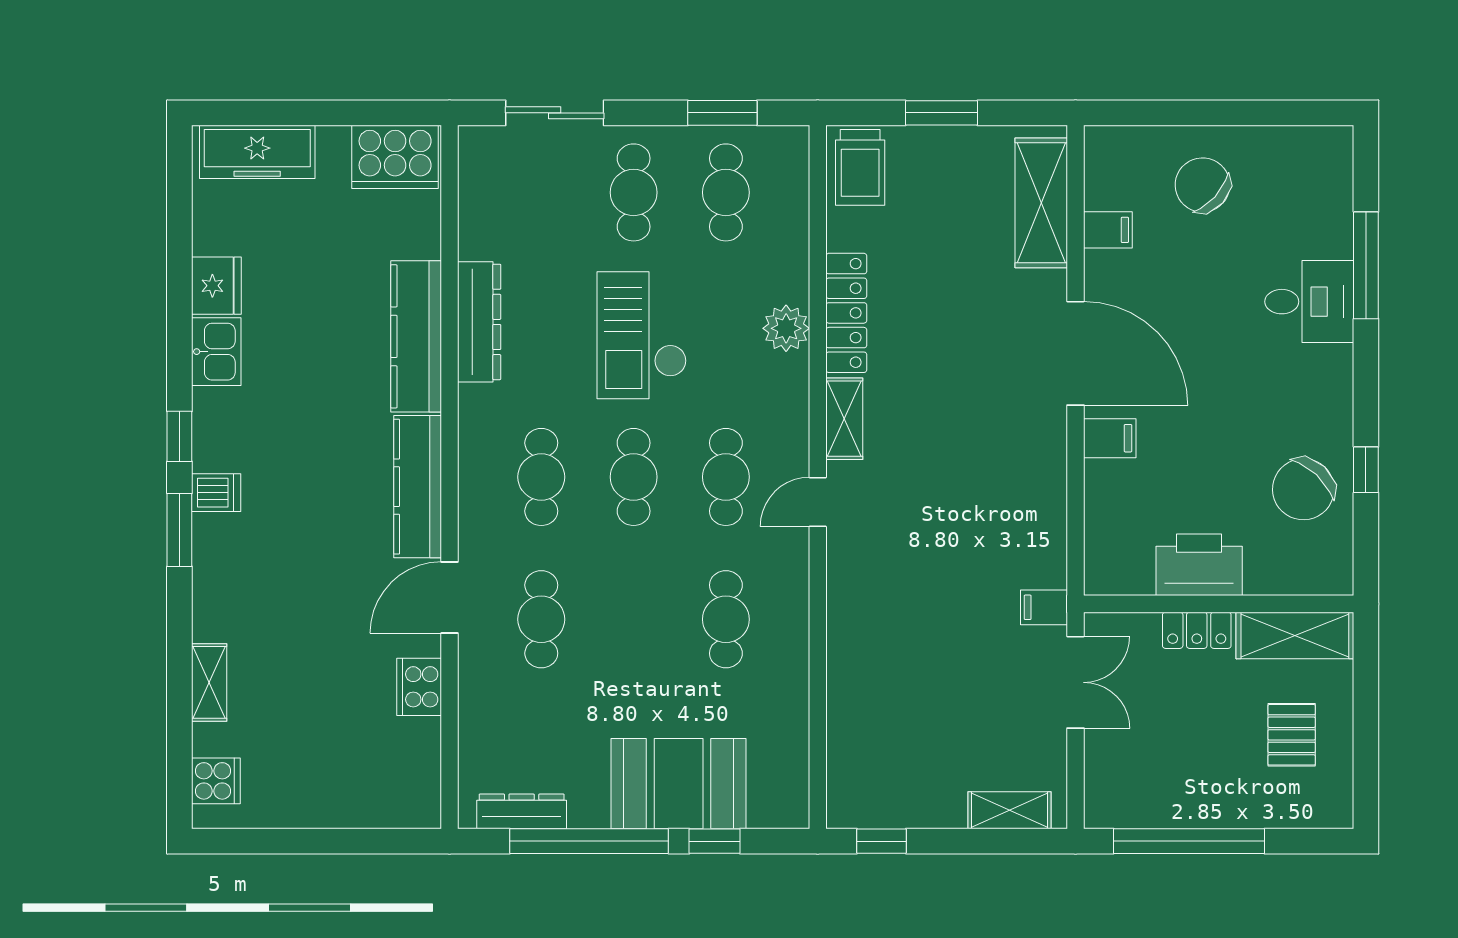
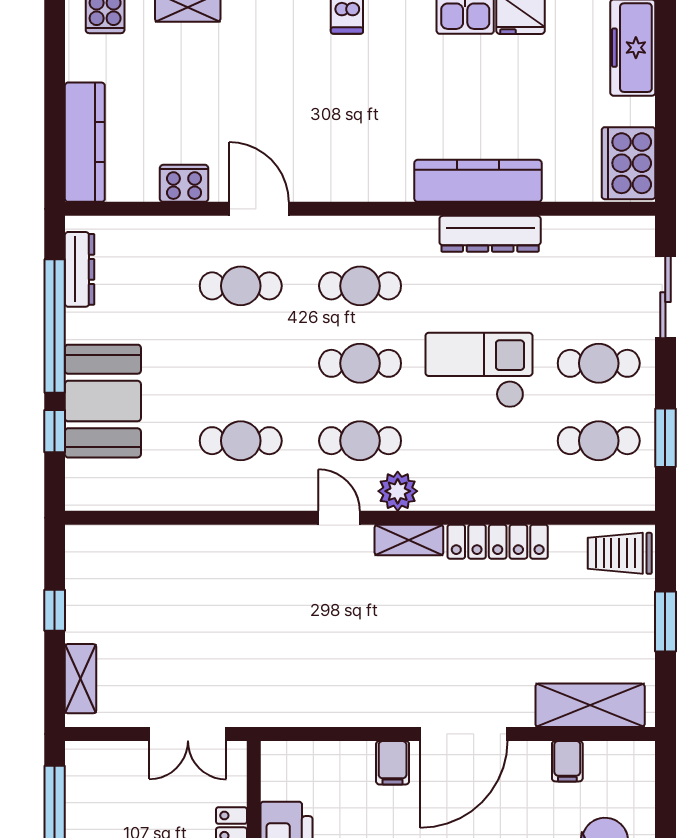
plant: (786, 328) -> (398, 491), moved
kitchen counter: (418, 487) -> (85, 142), moved, turned 90
filing cabinet: (1044, 607) -> (251, 708), removed
window: (881, 841) -> (55, 610), moved

